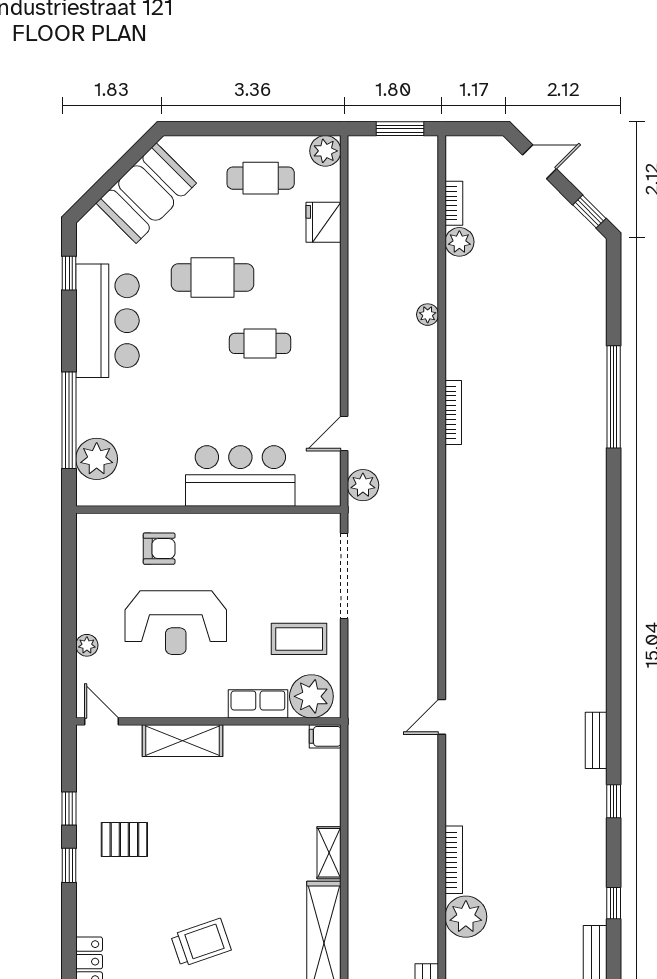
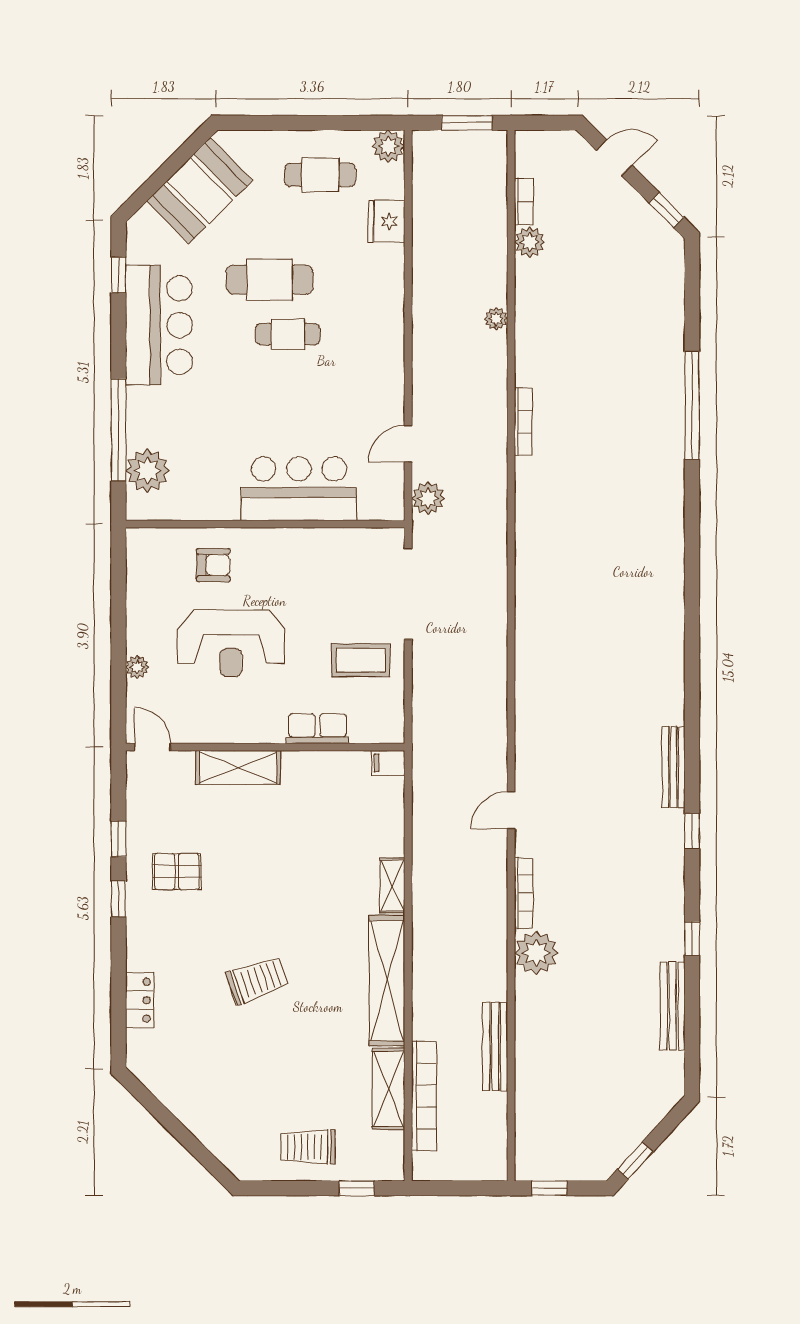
cafe table: (260, 343) -> (288, 334), moved
plant: (311, 696) -> (374, 721), removed
door: (442, 717) -> (511, 810), moved
bench: (596, 740) -> (674, 767), width x1.36

